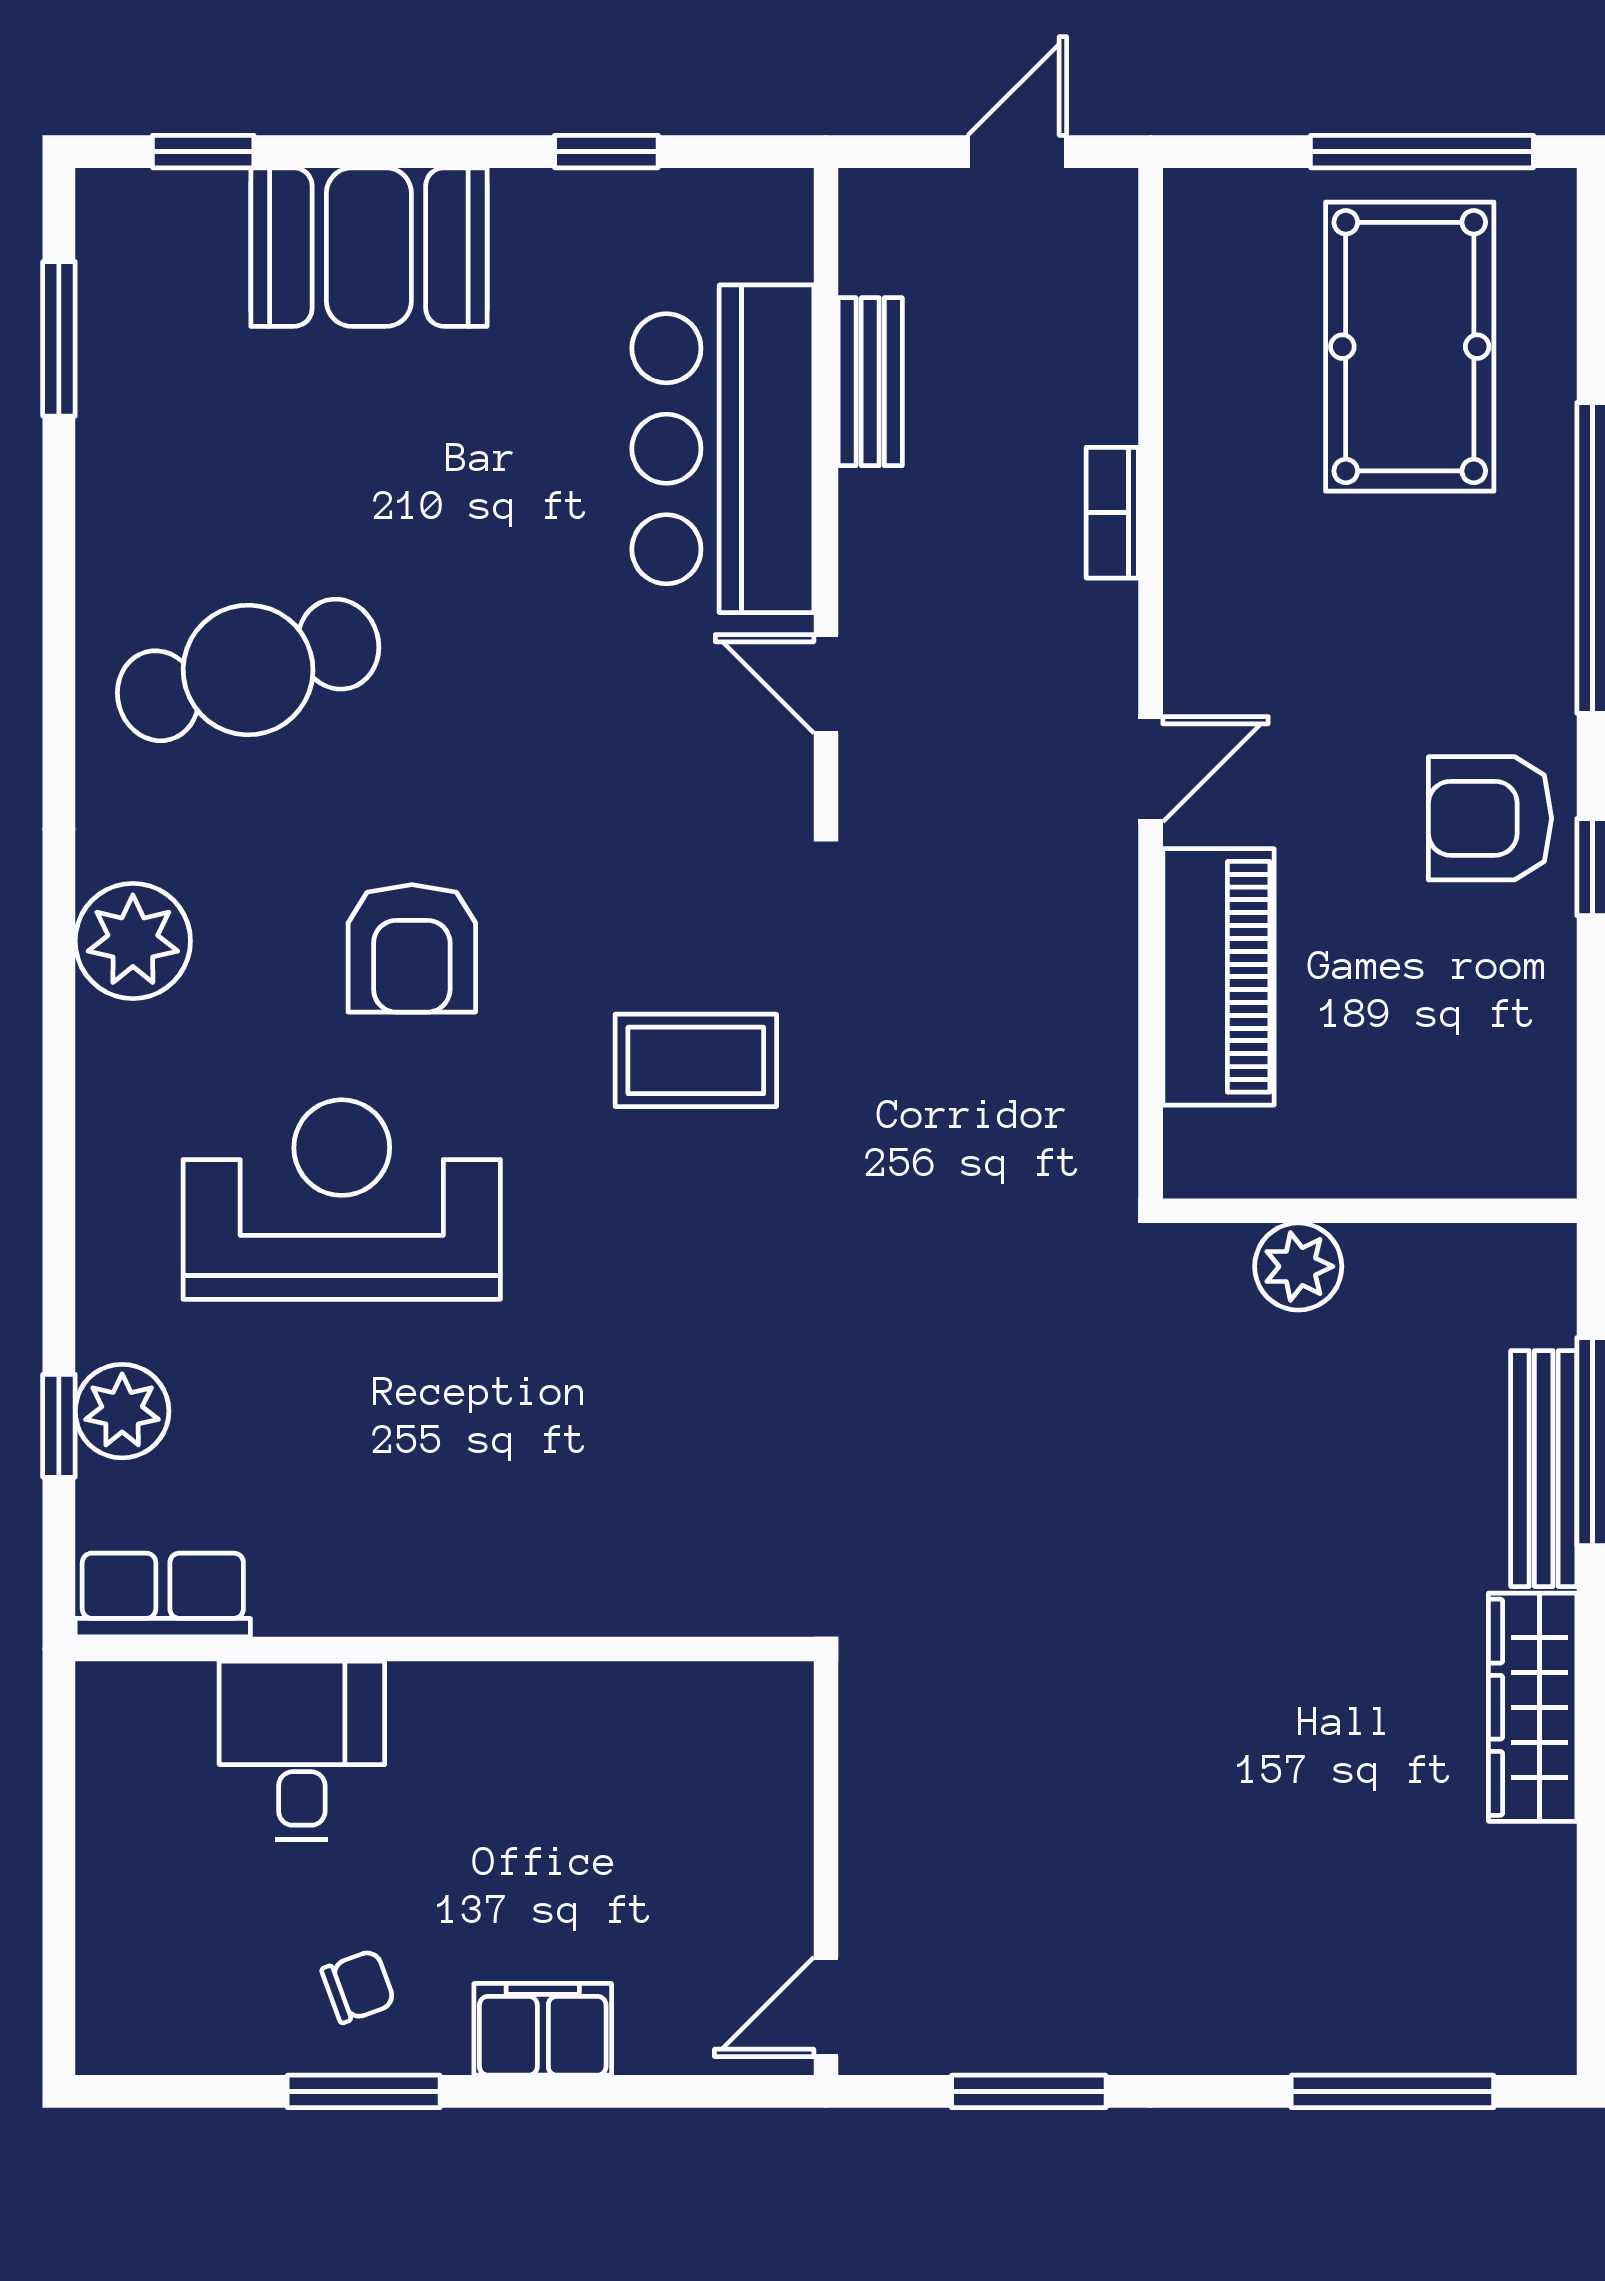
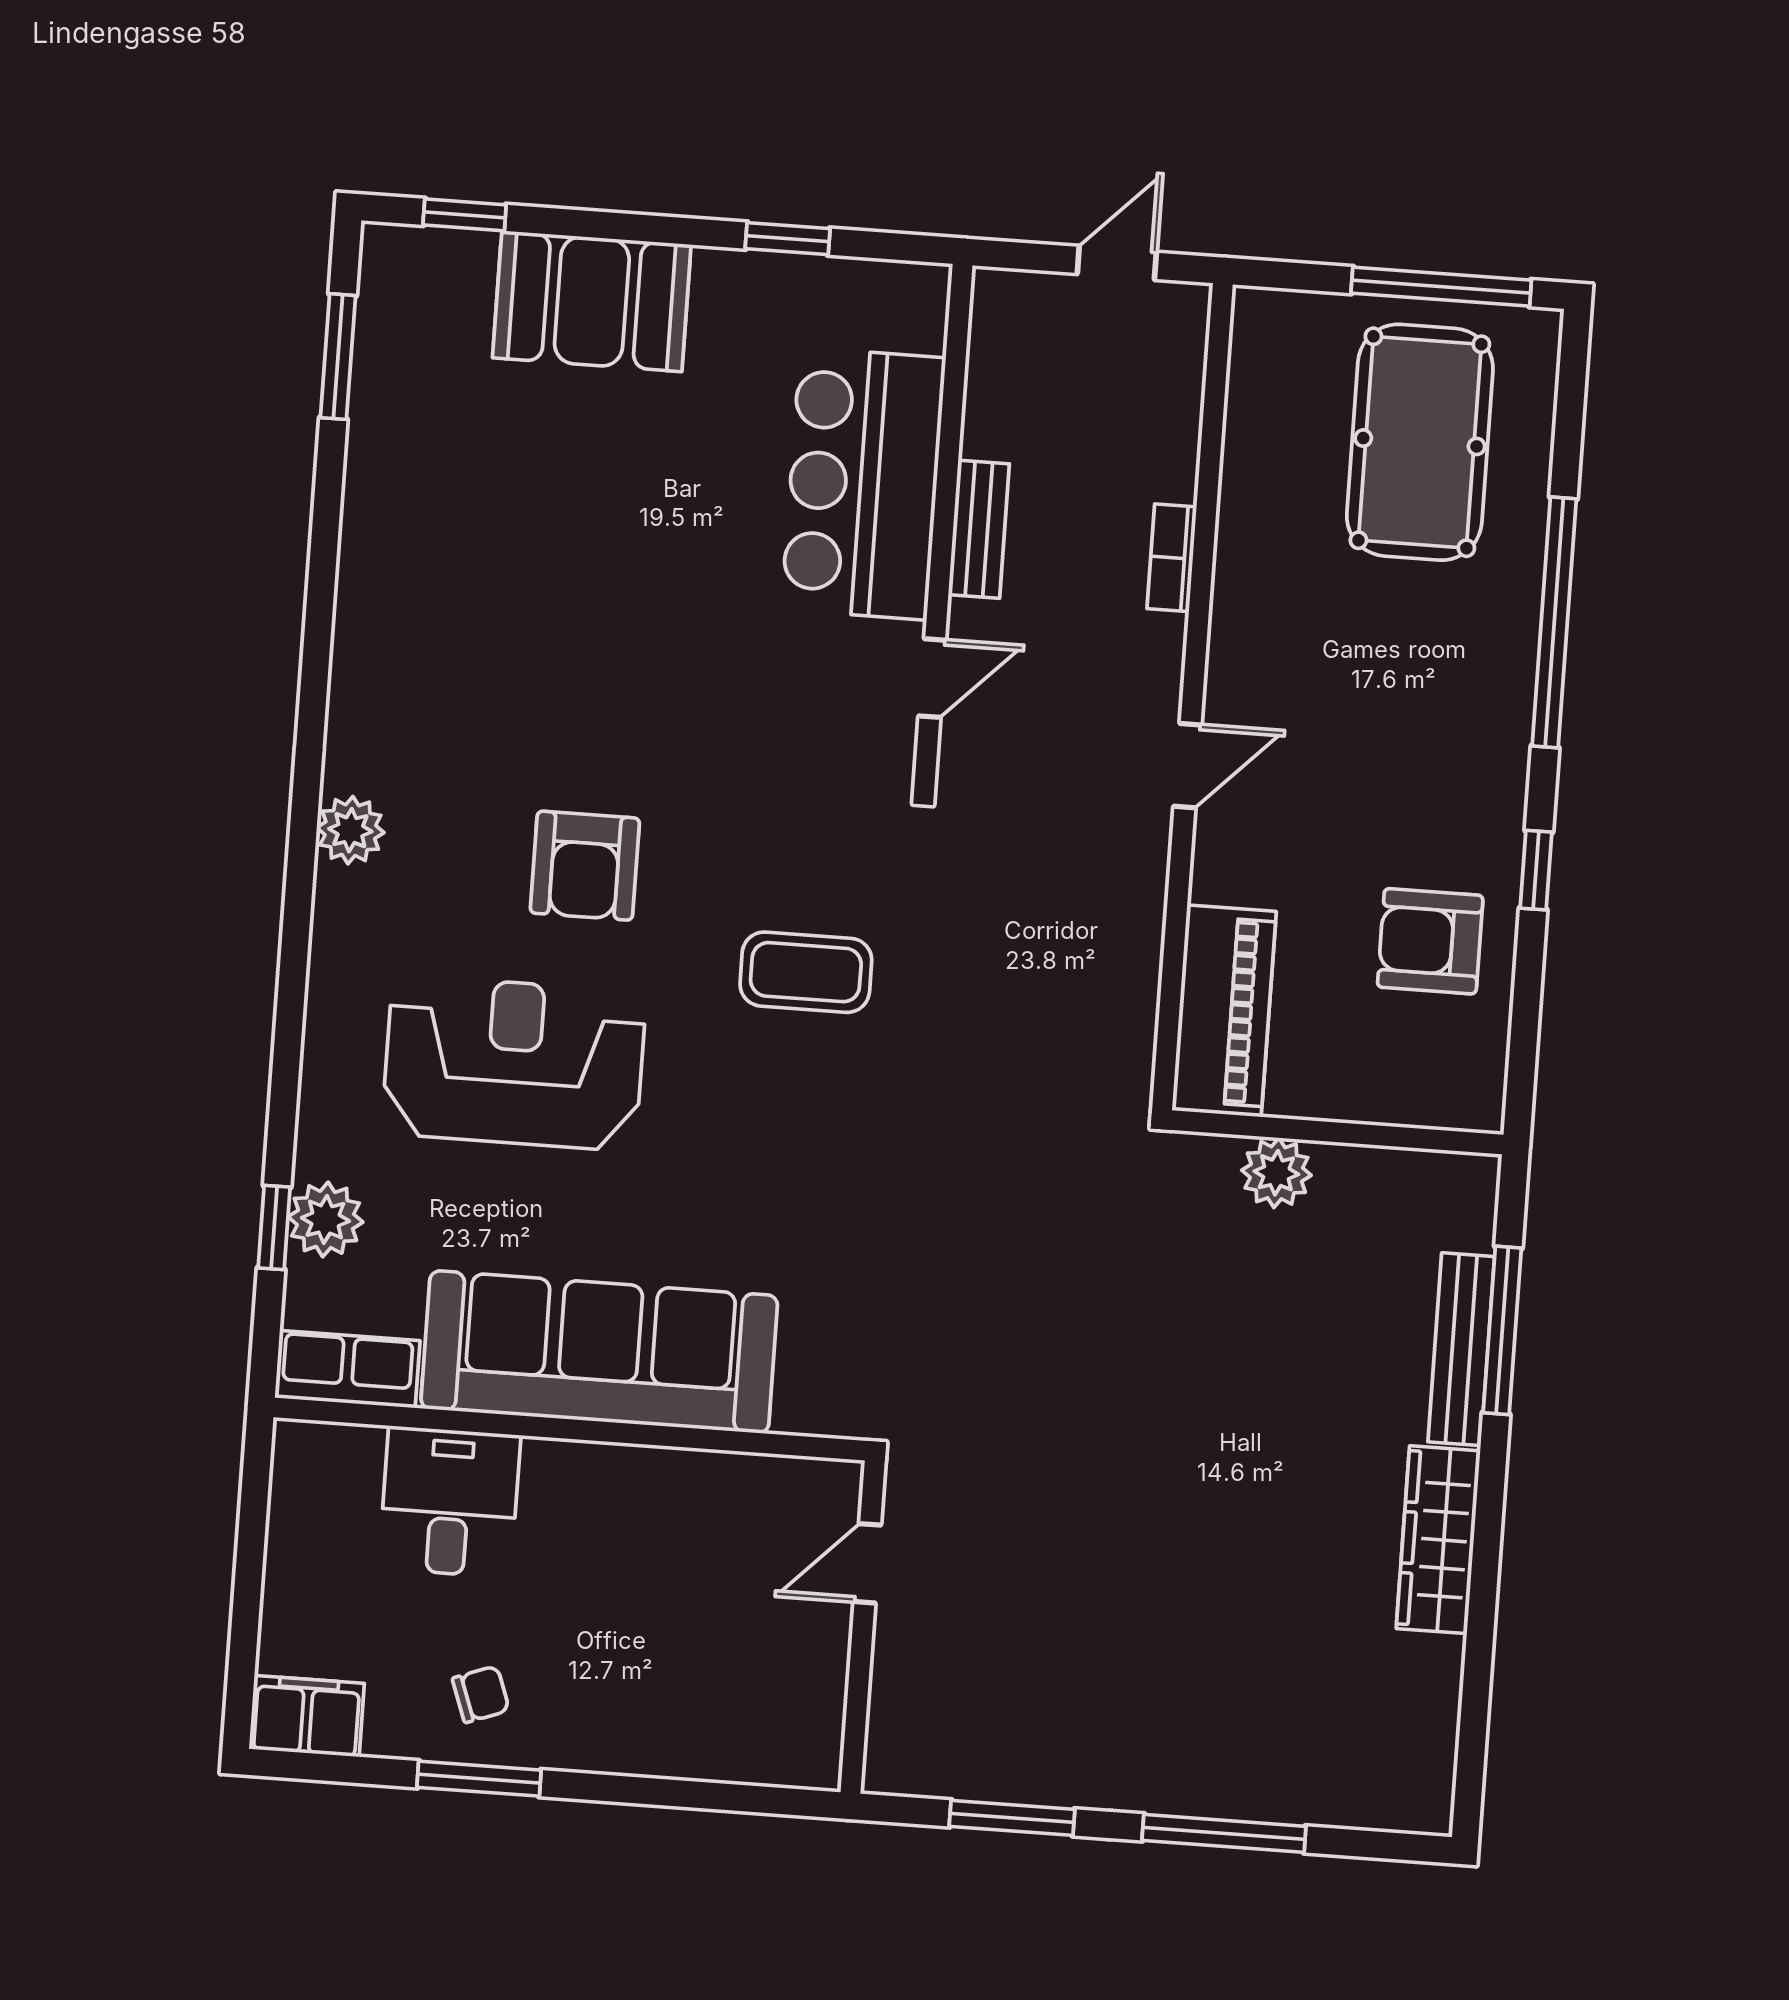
bench: (870, 382) -> (979, 529), moved
cafe table: (248, 670) -> (470, 633), removed
door: (826, 684) -> (932, 678), swing flipped
armchair: (1490, 818) -> (1430, 941), moved
plant: (133, 941) -> (350, 830), width x0.73, depth x0.73
piano: (1219, 977) -> (1224, 1011), moved
sofa: (474, 1551) -> (599, 1352), added
door: (826, 2007) -> (867, 1563), moved
filing cabinet: (543, 2029) -> (307, 1716), moved
window: (1392, 2091) -> (1224, 1833), moved

